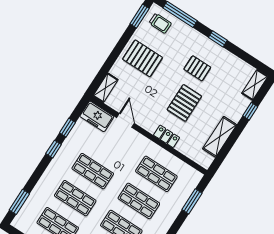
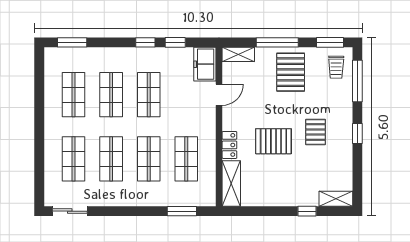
window: (115, 54) -> (277, 42), added
shelving: (220, 137) -> (231, 183), moved, turned 90

